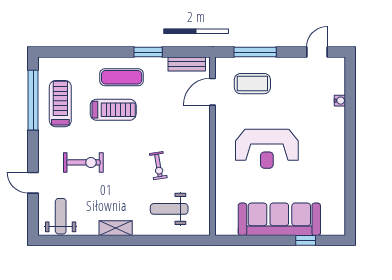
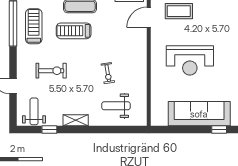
treadmill: (113, 110) -> (74, 31), turned 180
window: (81, 240) -> (49, 130), added

